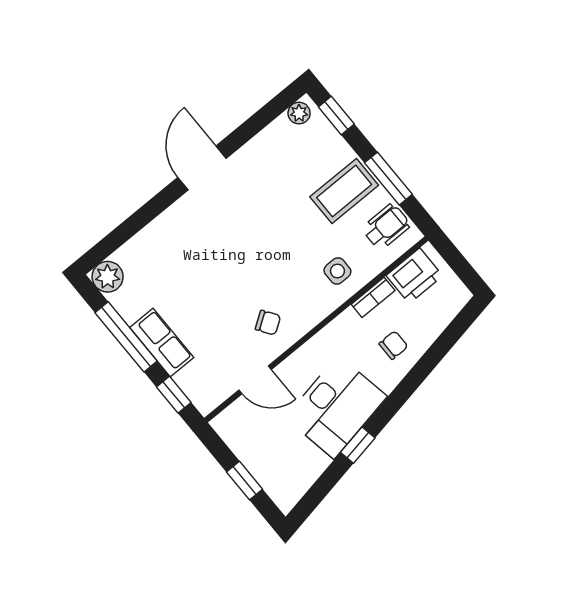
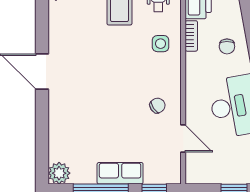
chair: (393, 345) -> (227, 46), turned 180
door: (255, 380) -> (183, 139), hinge flipped

